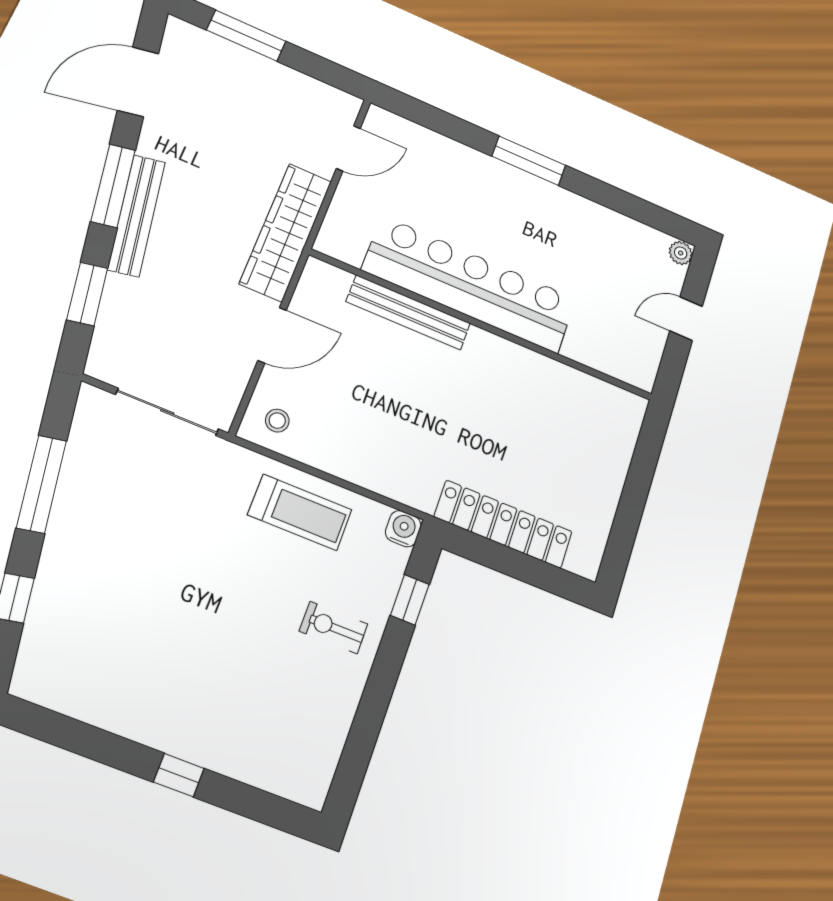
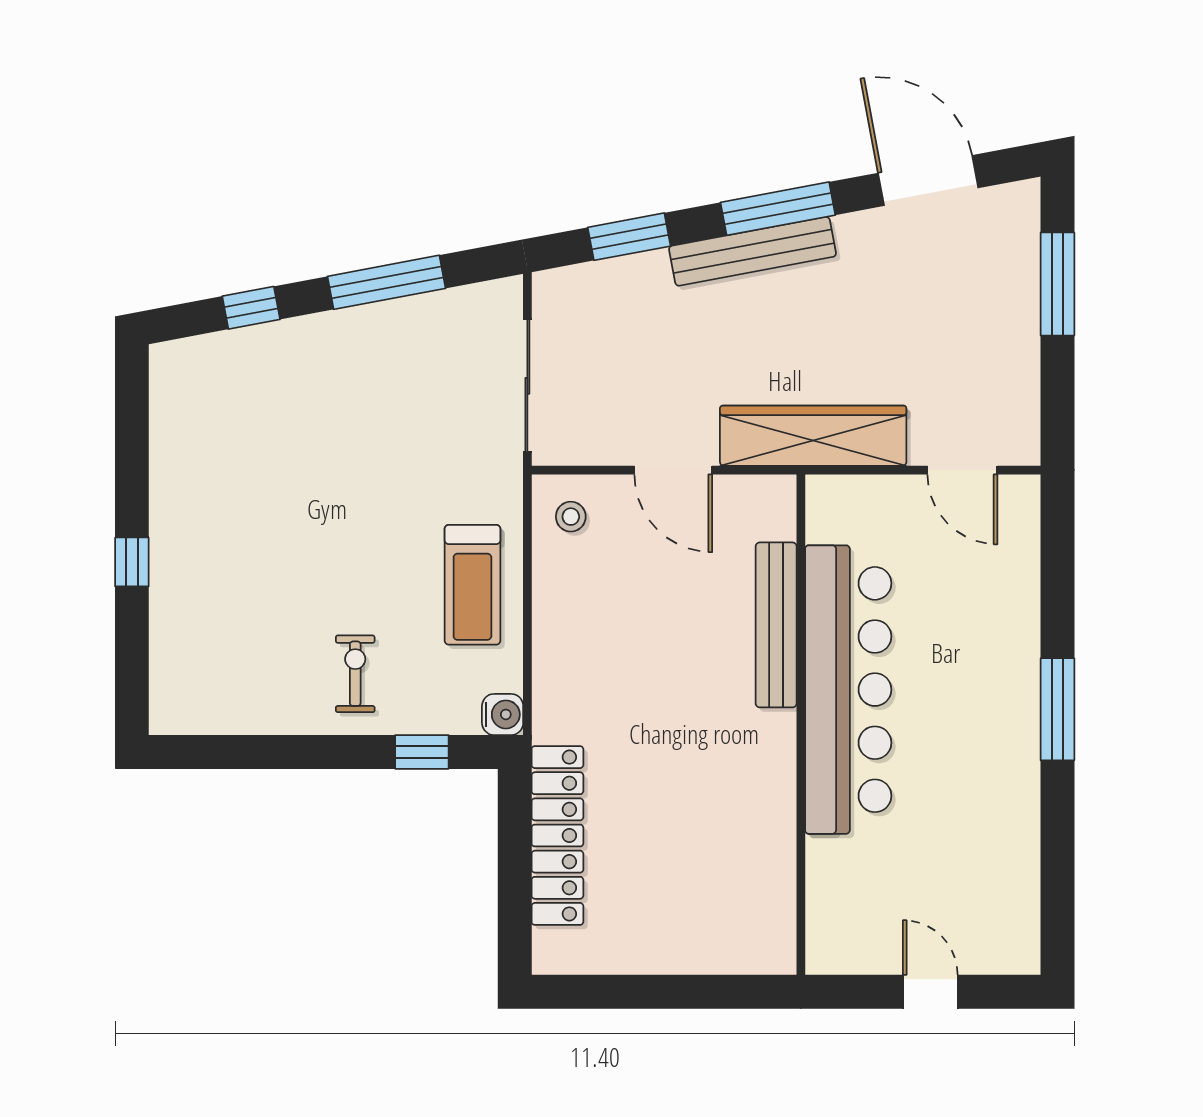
plant: (681, 253) -> (1021, 957), removed

